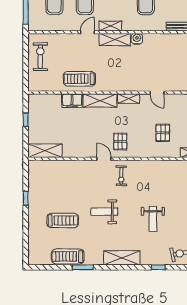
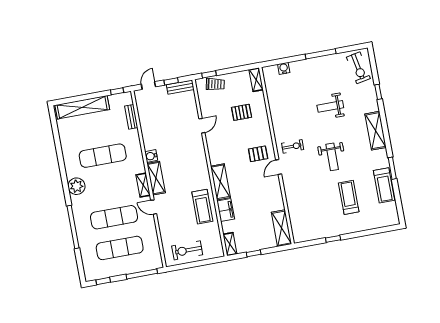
shelving: (129, 99) -> (230, 244), moved
weight bench: (153, 219) -> (330, 106), turned 180

